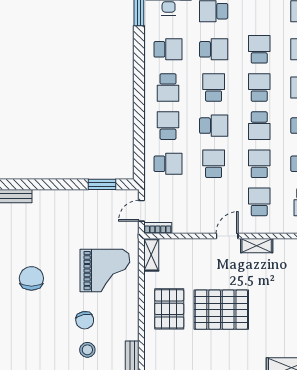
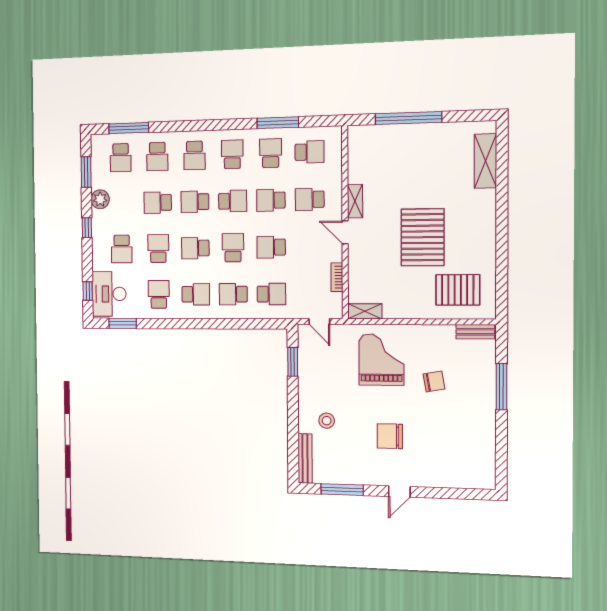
school desk: (168, 164) -> (271, 294), turned 90
bookcase: (158, 228) -> (337, 277), moved
pallet: (169, 309) -> (458, 290), moved
stool: (87, 350) -> (327, 421), moved

